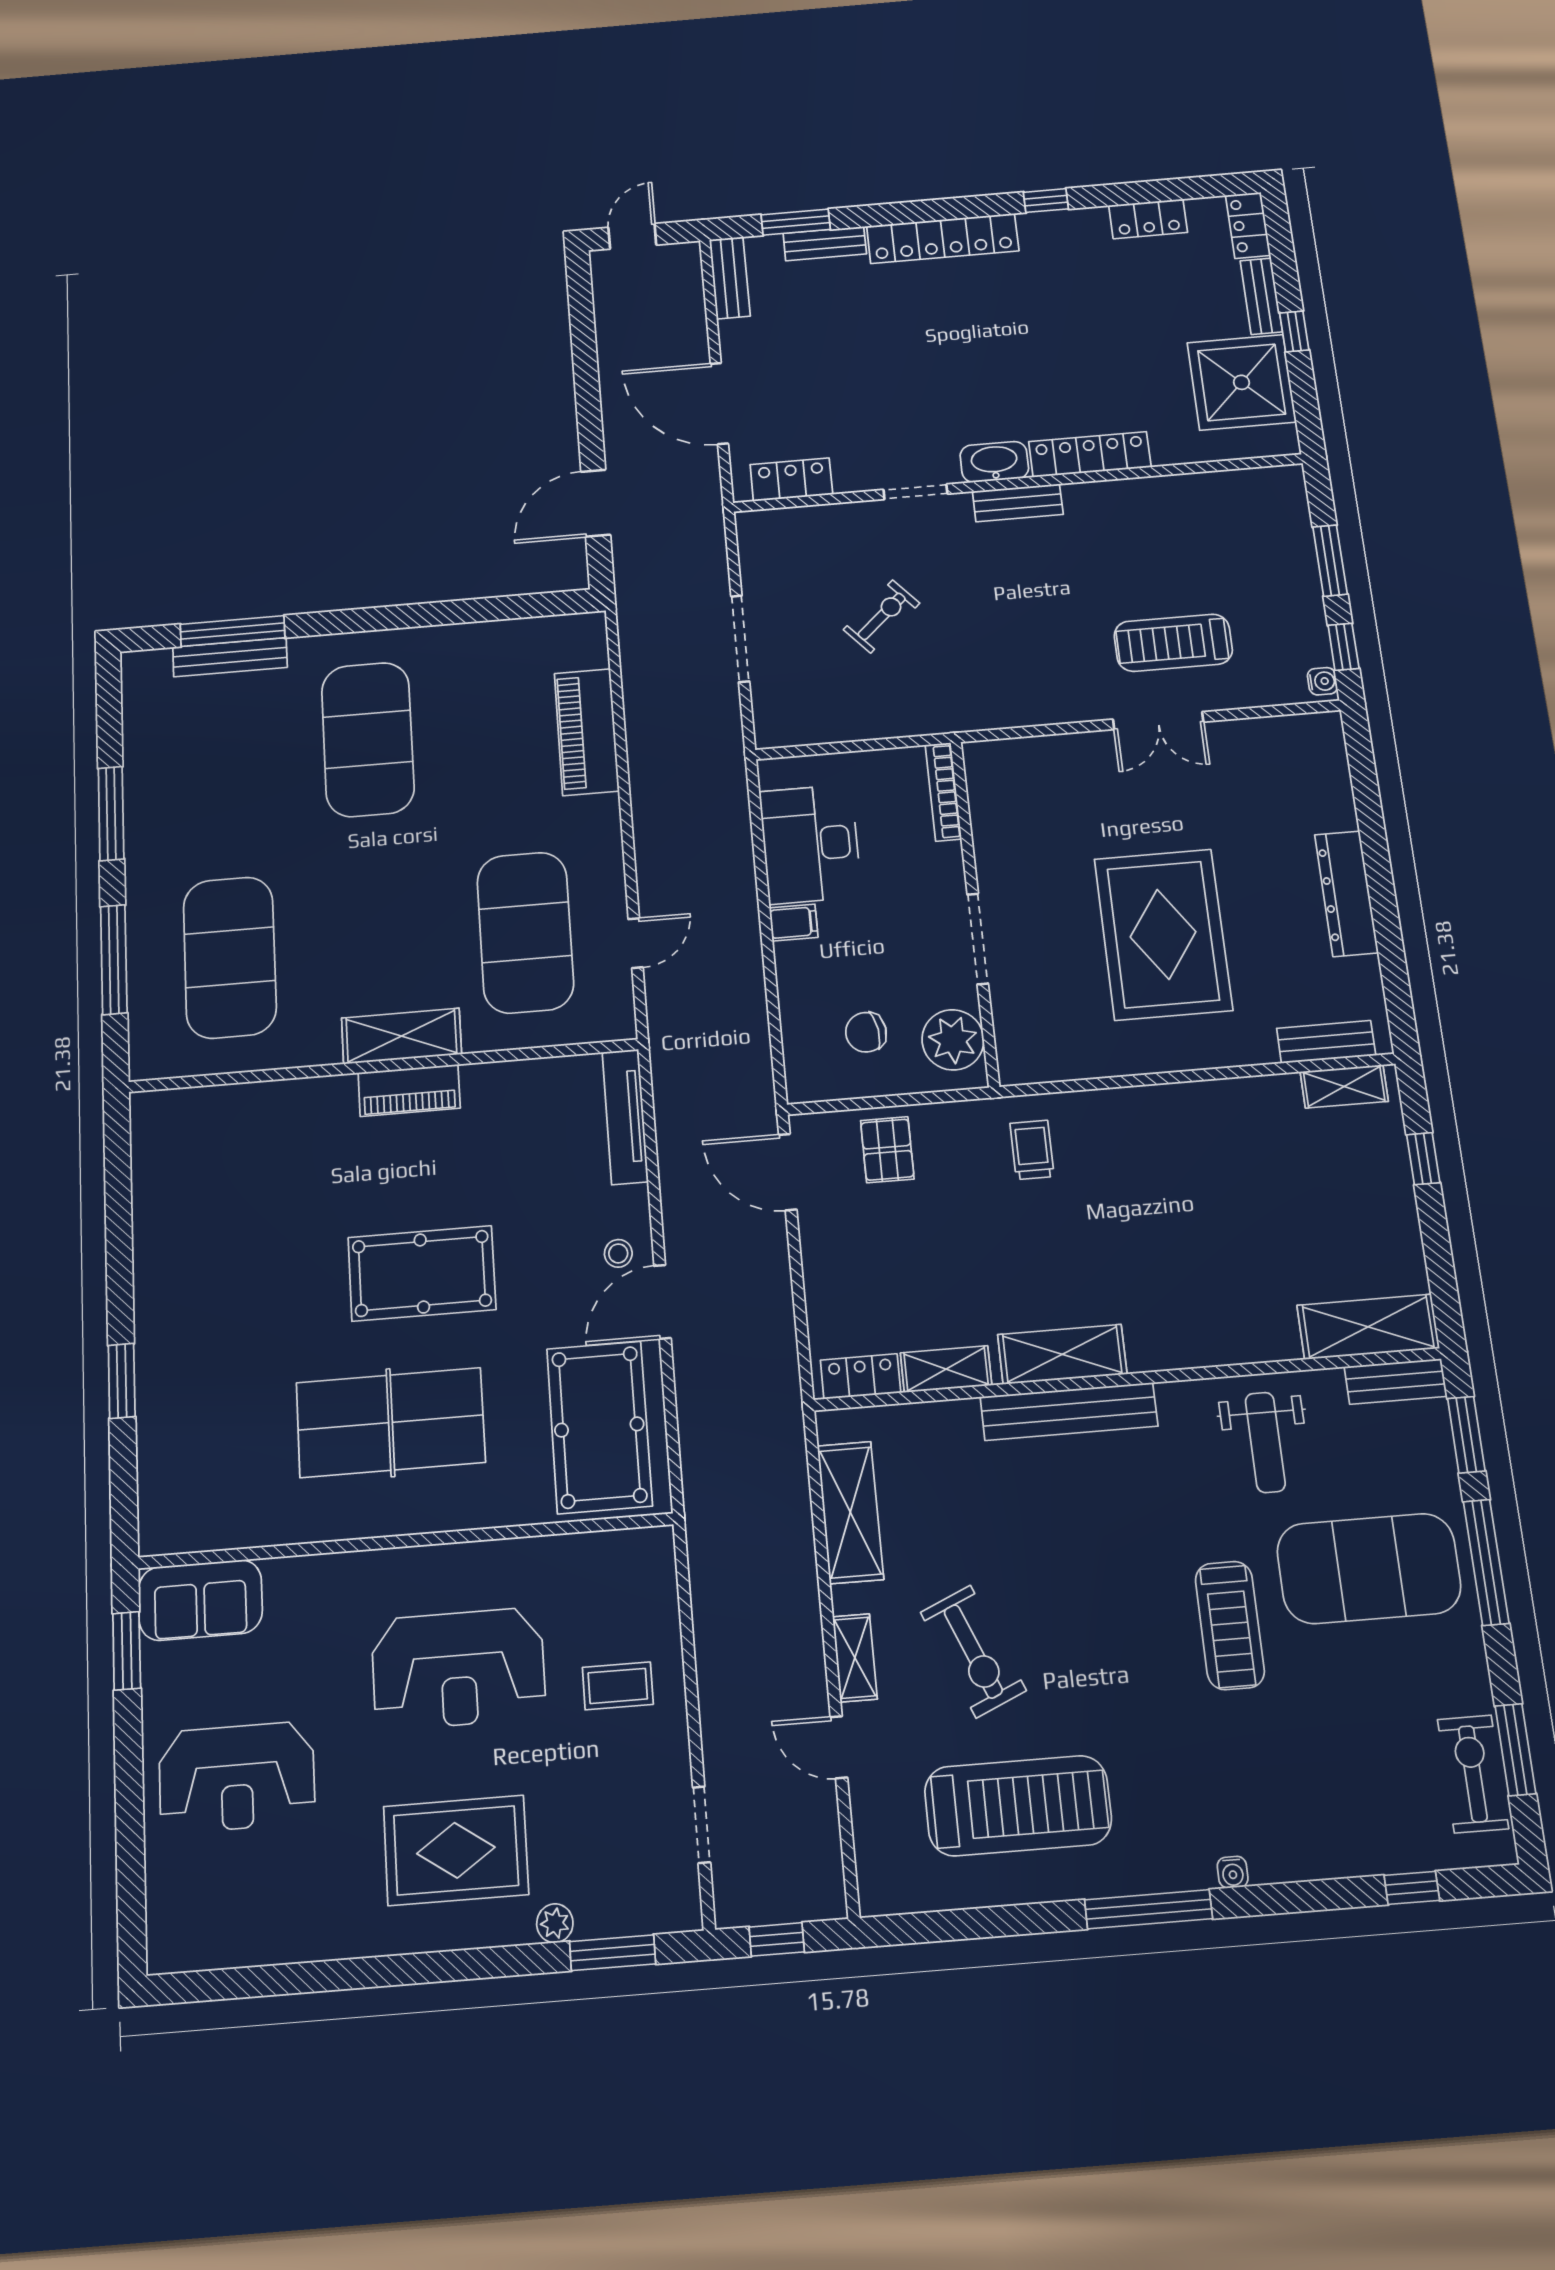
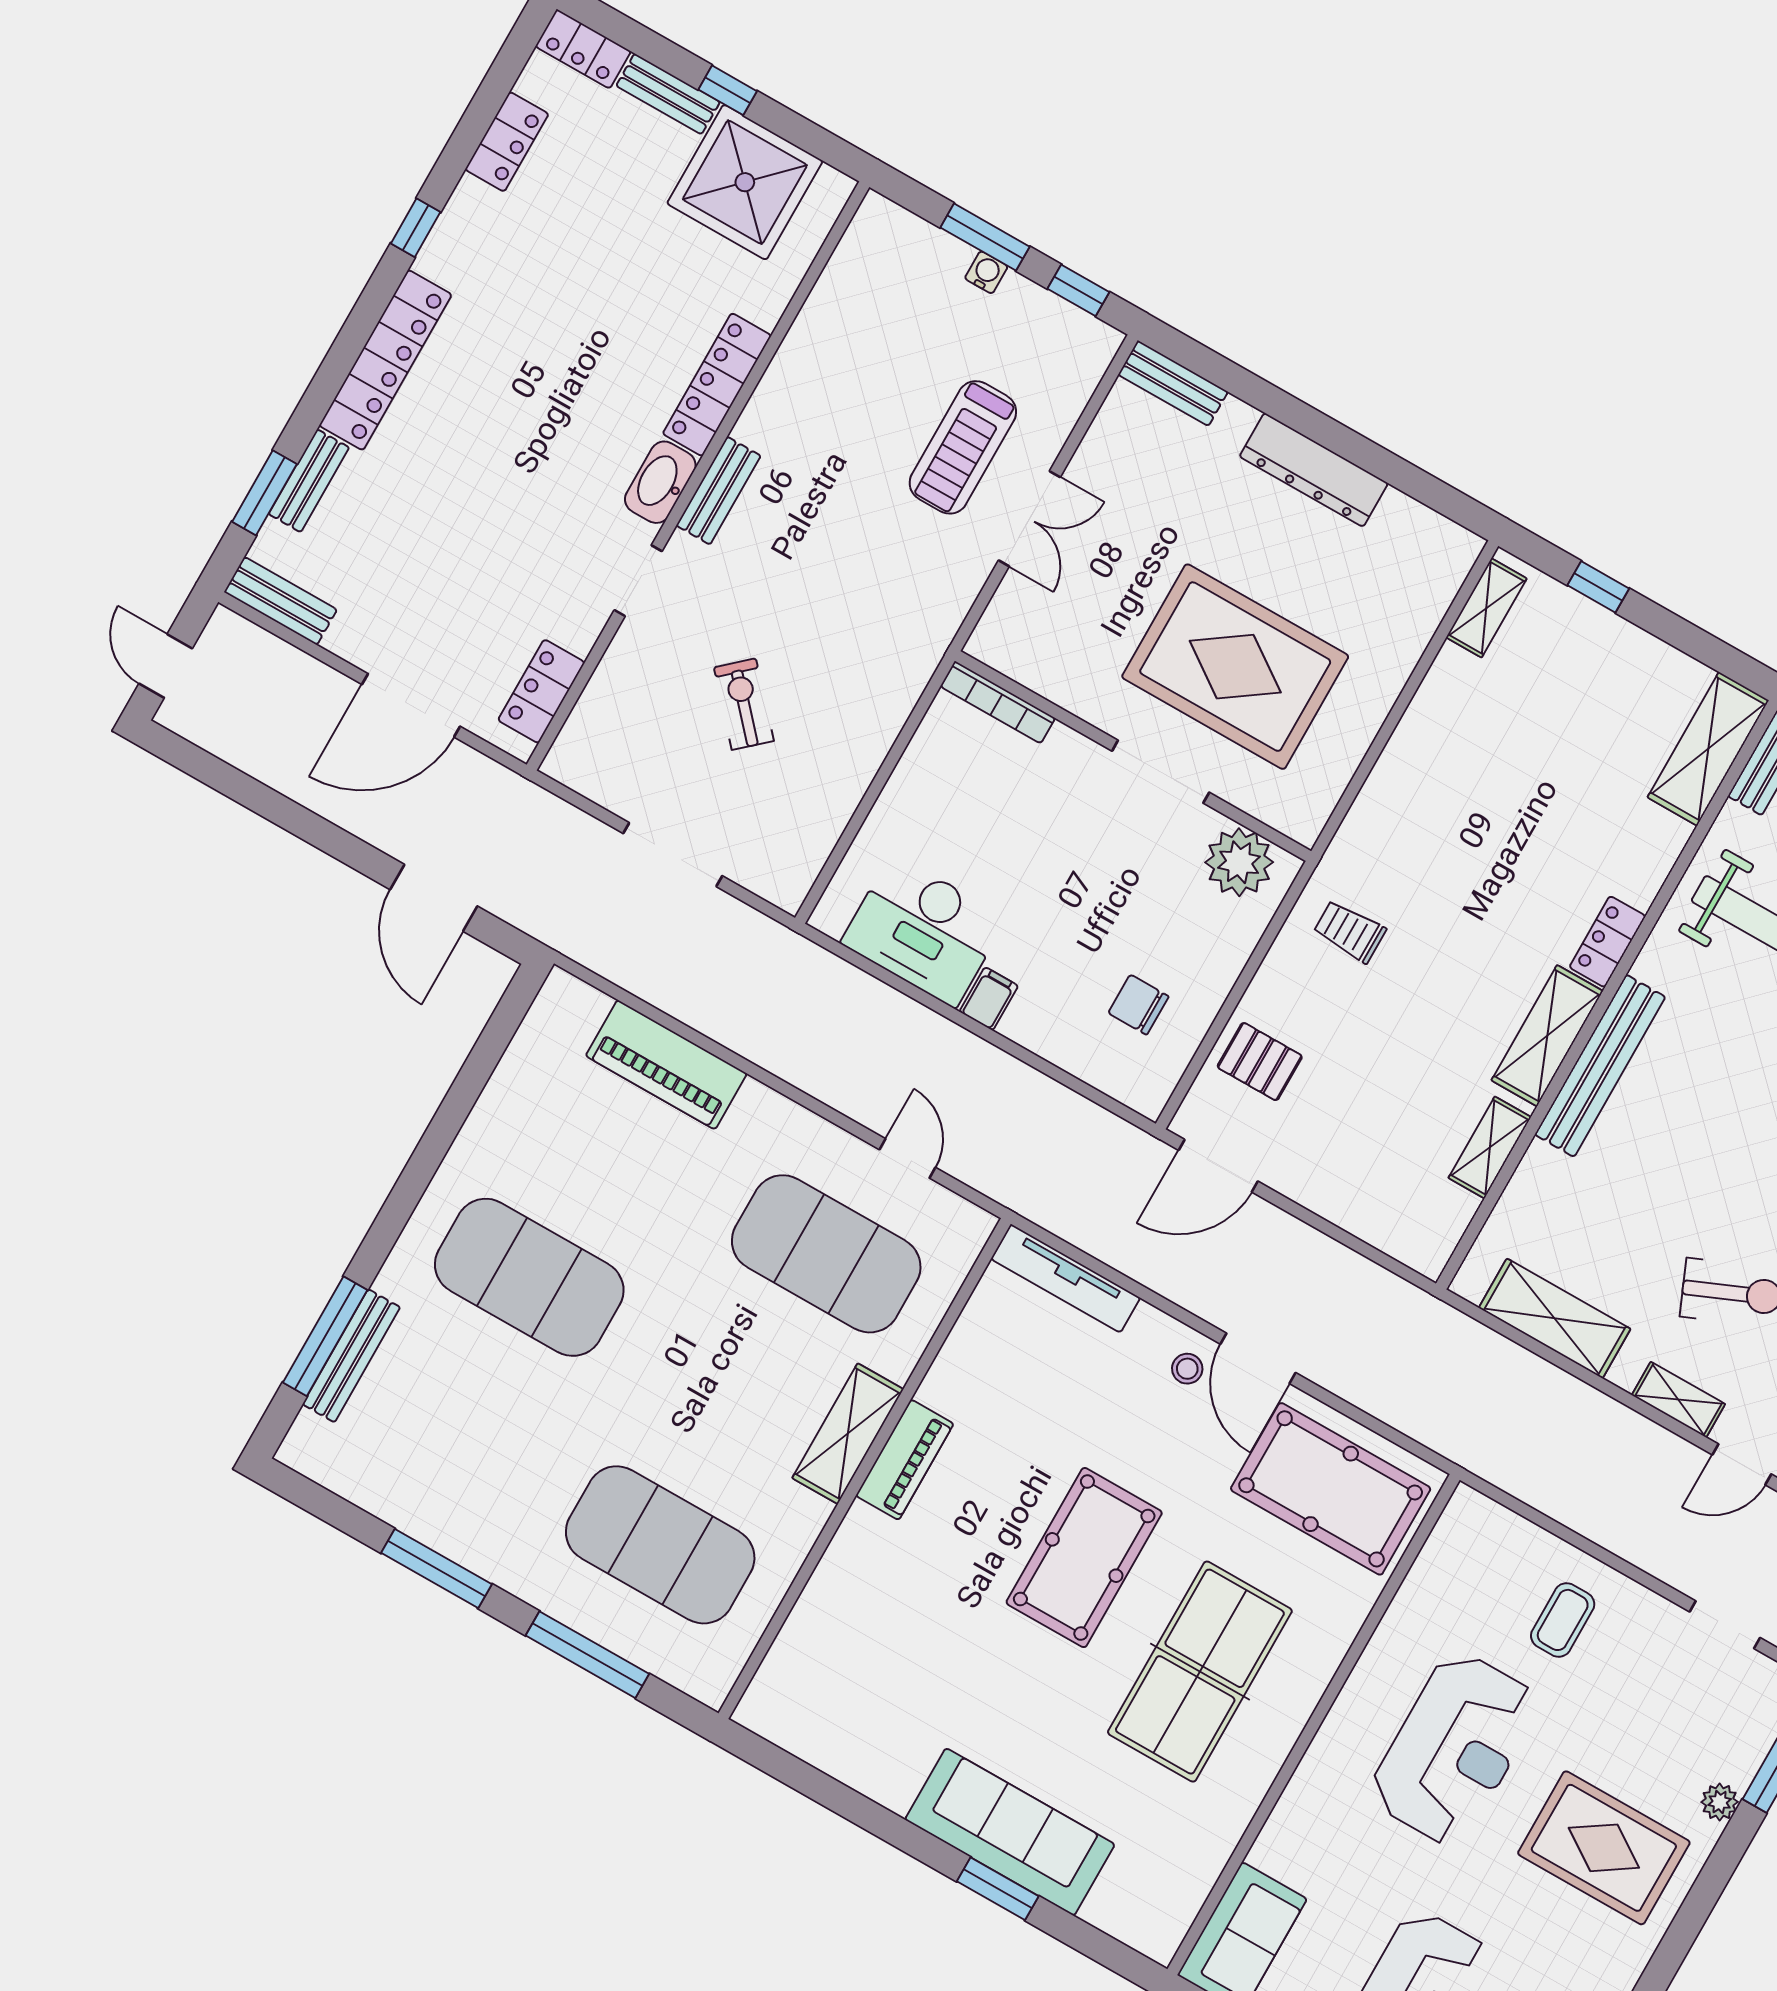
water cooler: (1322, 681) -> (986, 272), moved
bookcase: (943, 792) -> (998, 702), moved
wall: (975, 912) -> (1133, 756), moved
doorway: (978, 939) -> (1161, 772), moved
chair: (866, 1032) -> (1138, 1005), turned 99
plant: (953, 1040) -> (1239, 862), moved
bench: (1326, 1042) -> (1173, 383), moved, turned 90
sofa: (172, 1360) -> (1010, 1832), added
locker: (861, 1376) -> (1607, 942), moved
rug: (456, 1850) -> (1604, 1848), turned 90

